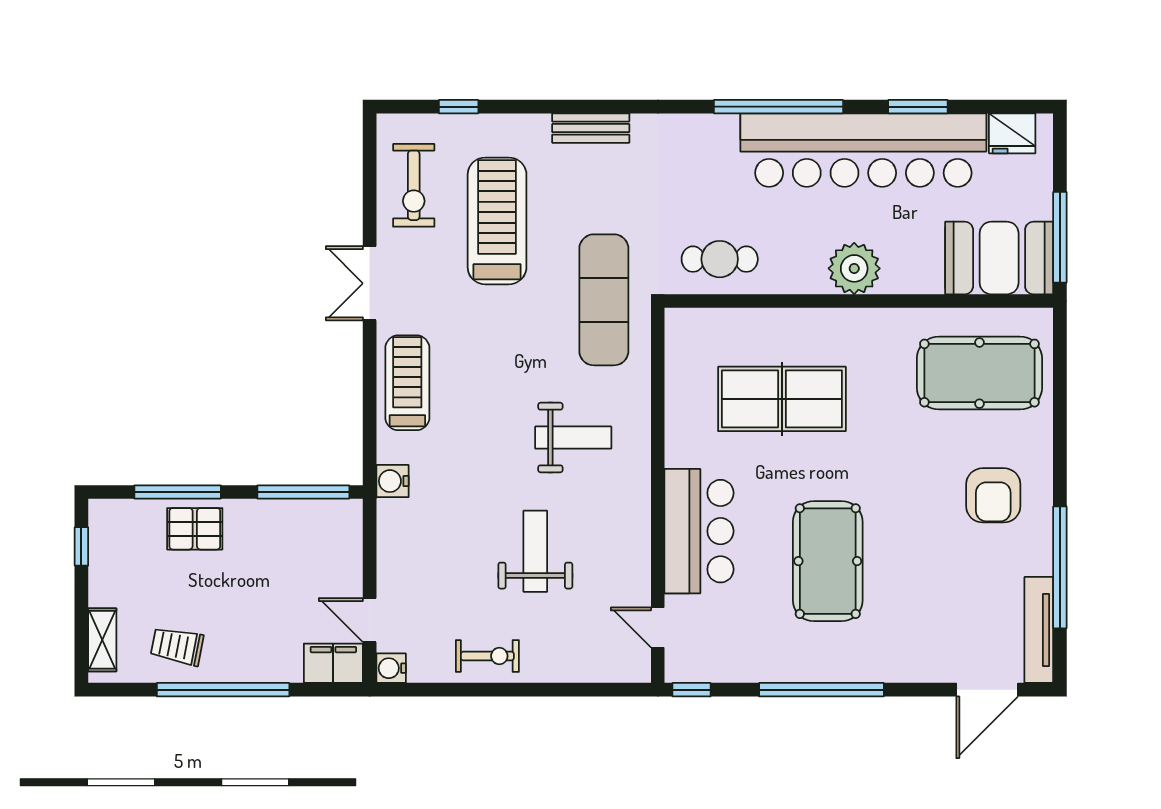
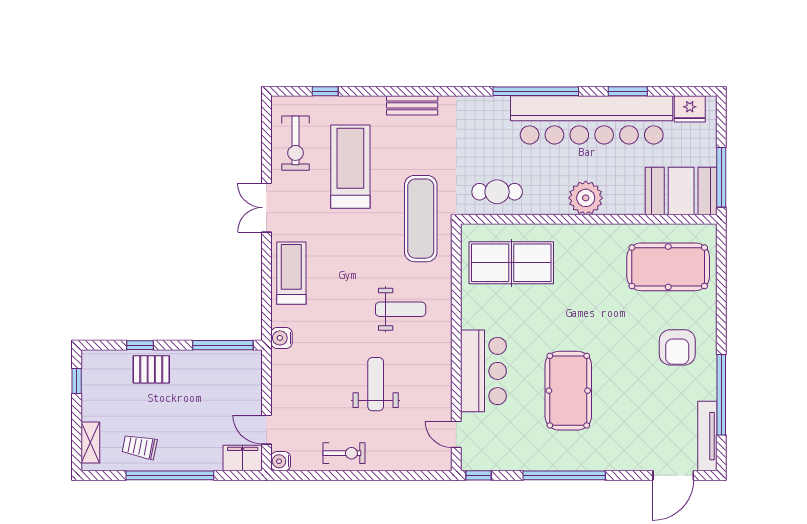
table tennis table: (782, 399) -> (511, 263), moved
window: (178, 492) -> (140, 345), width x0.46

